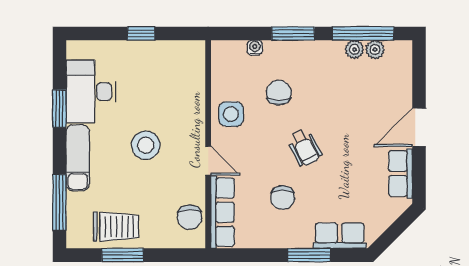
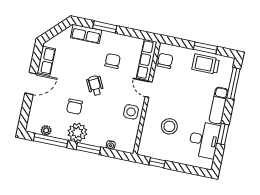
window: (141, 33) -> (157, 163), moved
plant: (354, 49) -> (77, 132), moved, width x1.88, depth x1.88
chair: (279, 93) -> (75, 107), moved
stool: (146, 145) -> (169, 126), moved

